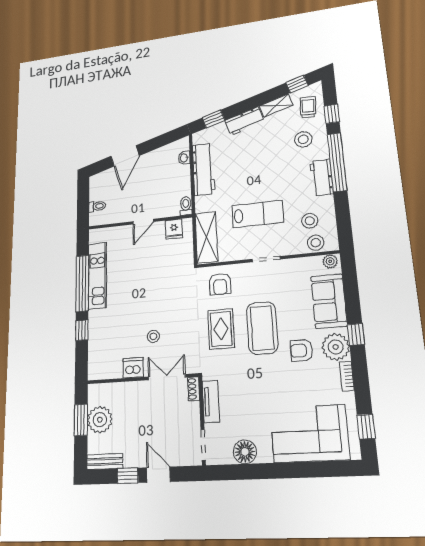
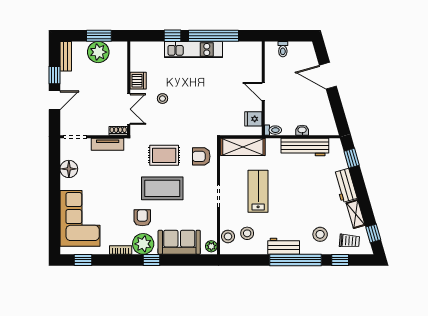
washbasin: (184, 158) -> (302, 130), moved
lab bench: (258, 214) -> (258, 191), turned 180
kitchen unit: (97, 276) -> (193, 50), moved

